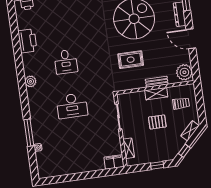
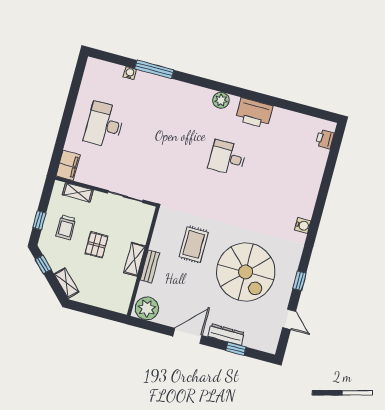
printer: (27, 41) -> (254, 113), moved
trolley: (181, 103) -> (66, 227), moved
desk: (72, 106) -> (104, 125), moved

